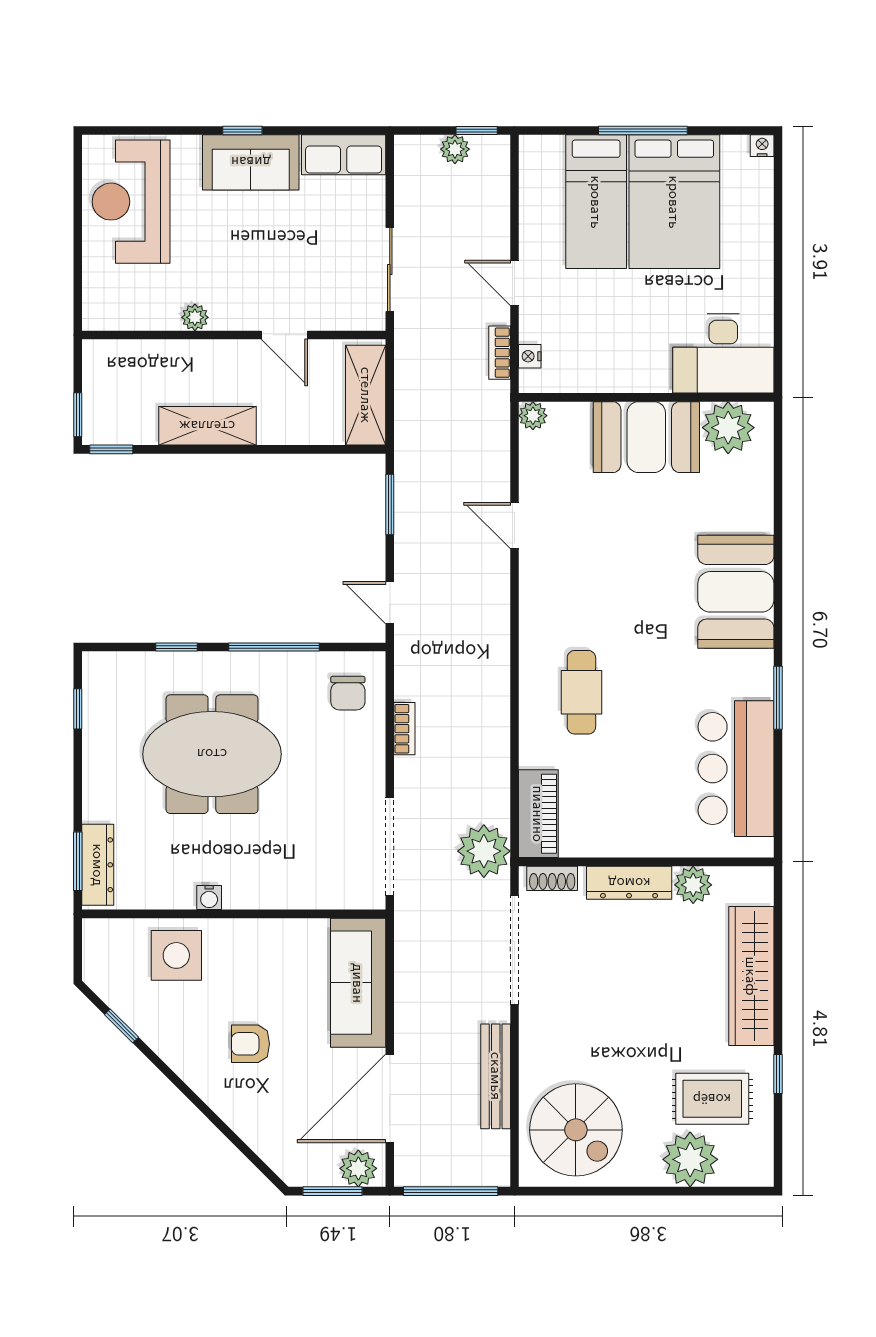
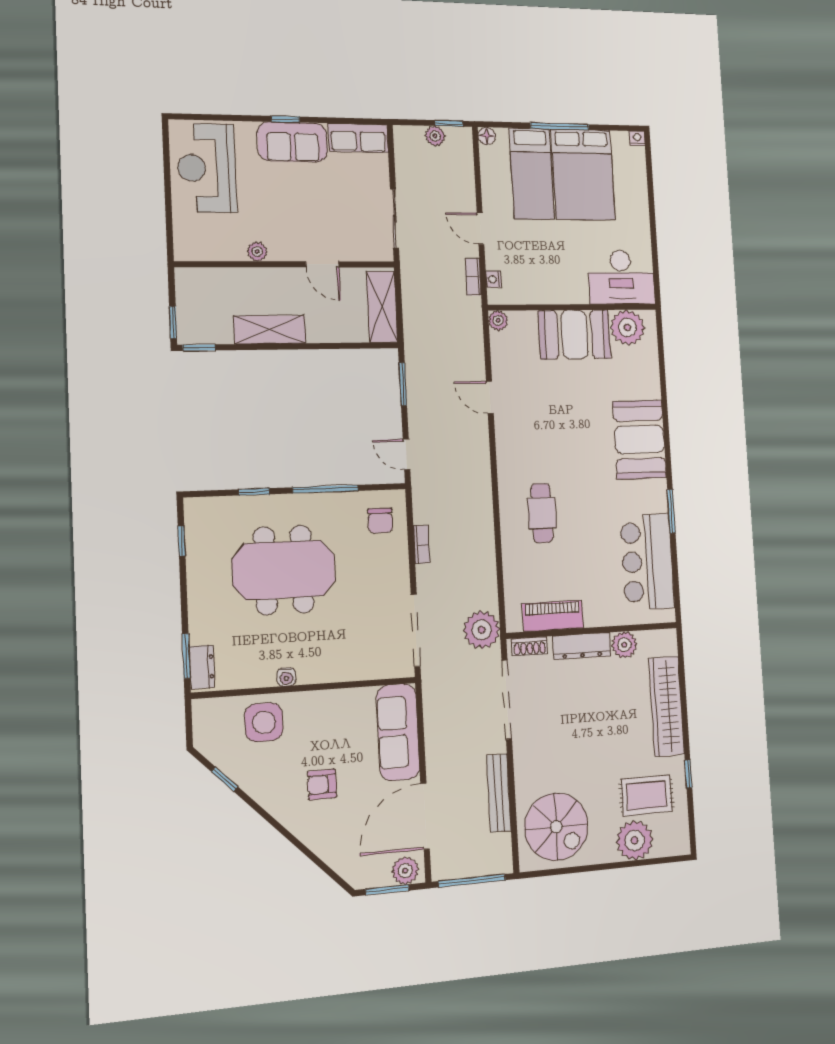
floor lamp: (531, 147) -> (487, 136), added
piano: (538, 814) -> (553, 616), moved, turned -90
dresser: (98, 865) -> (202, 667), width x0.70

